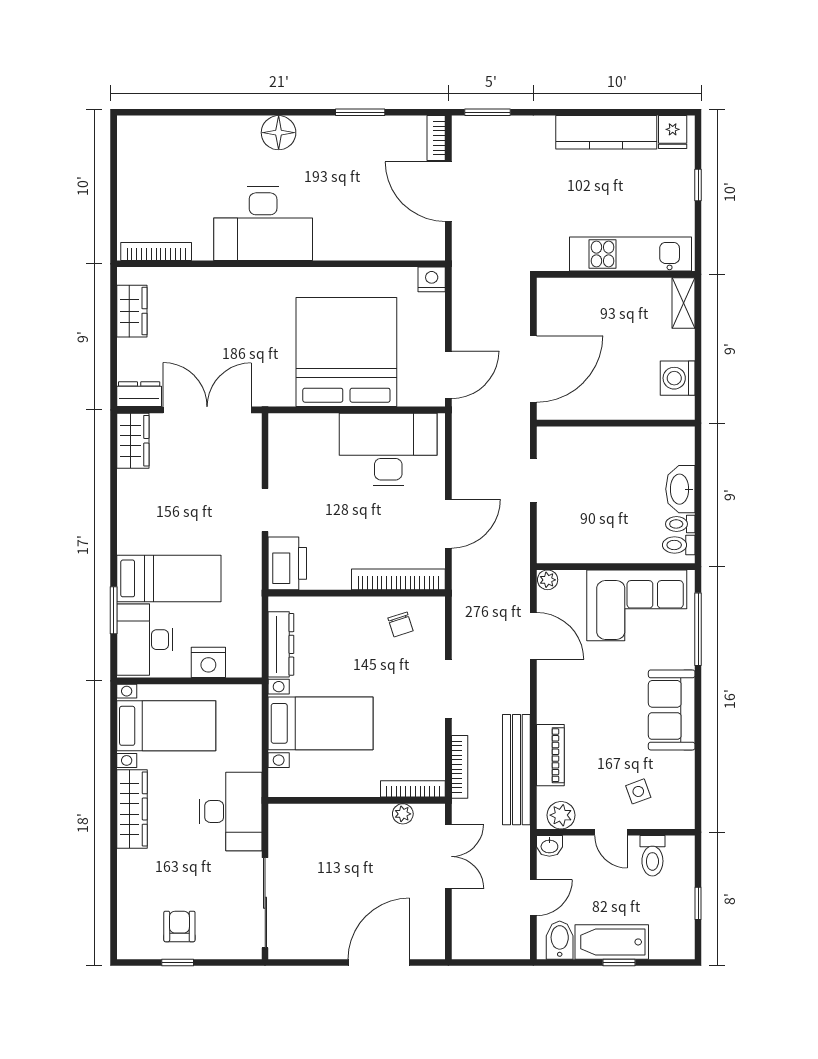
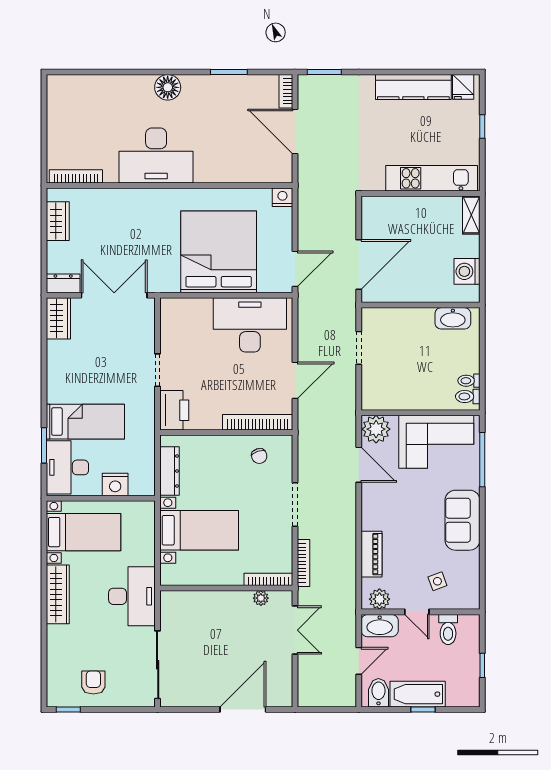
washbasin: (680, 489) -> (453, 318), moved, turned -90
plant: (548, 580) -> (376, 429), width x1.87, depth x1.87
bench: (516, 770) -> (346, 565), removed
washbasin: (549, 846) -> (380, 626), width x1.91, depth x1.45
window: (178, 962) -> (68, 709), moved

